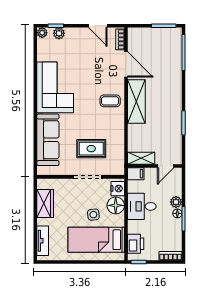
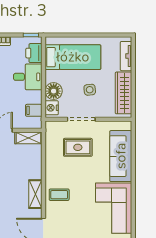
shelving: (136, 101) -> (35, 194), width x0.67, depth x0.75
filing cabinet: (136, 174) -> (34, 110), moved
wardrobe: (45, 204) -> (124, 93), width x1.50
desk: (142, 206) -> (28, 77), moved
side table: (93, 215) -> (90, 90), moved

